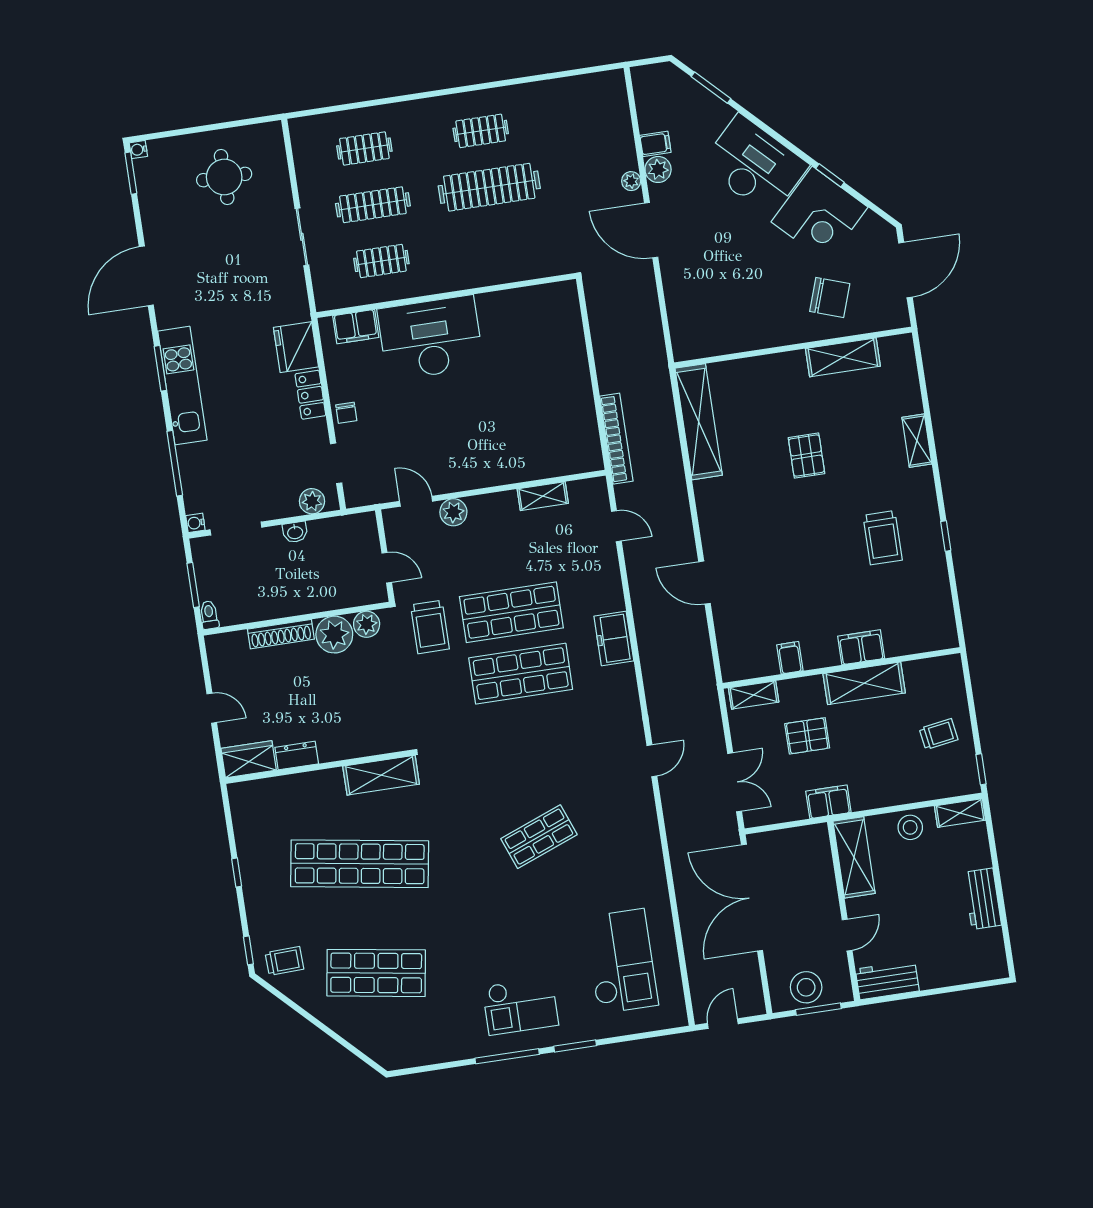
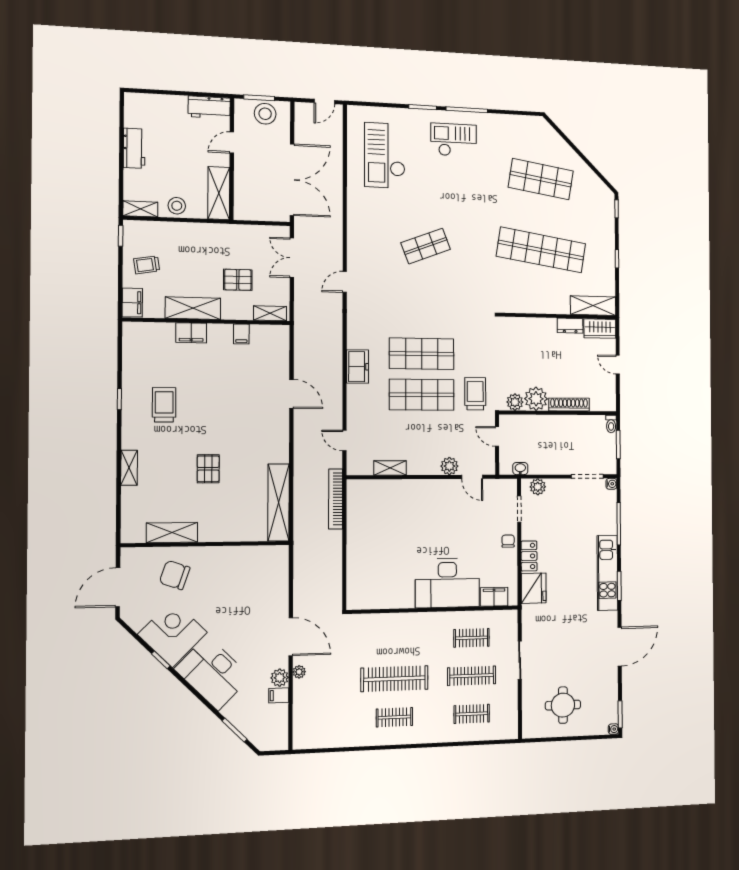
washbasin: (295, 532) -> (520, 469), moved
shelving: (381, 775) -> (593, 306), moved
filing cabinet: (828, 802) -> (132, 303), moved, turned -90
trolley: (284, 961) -> (596, 198), removed

